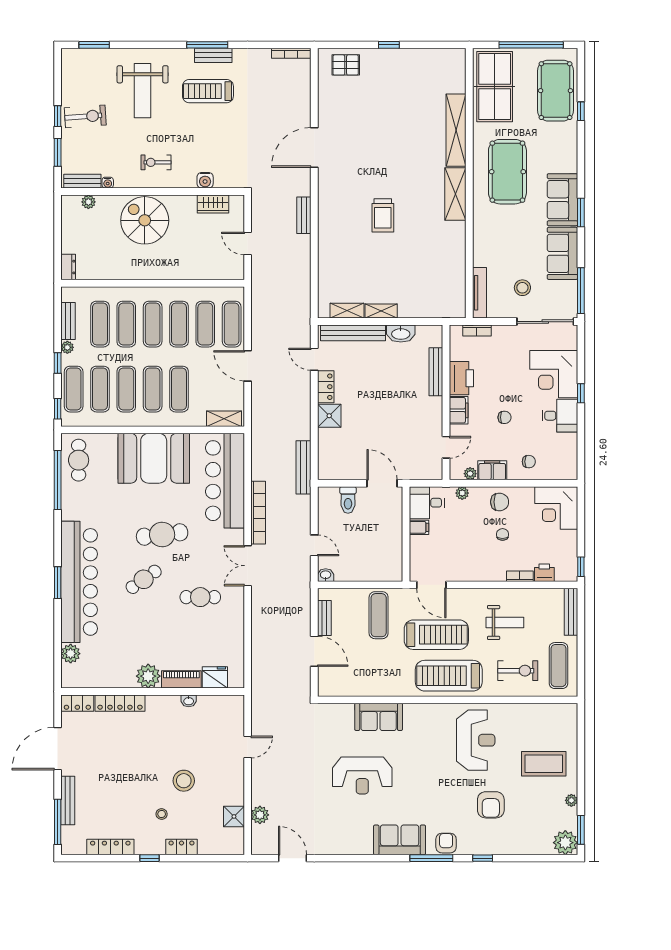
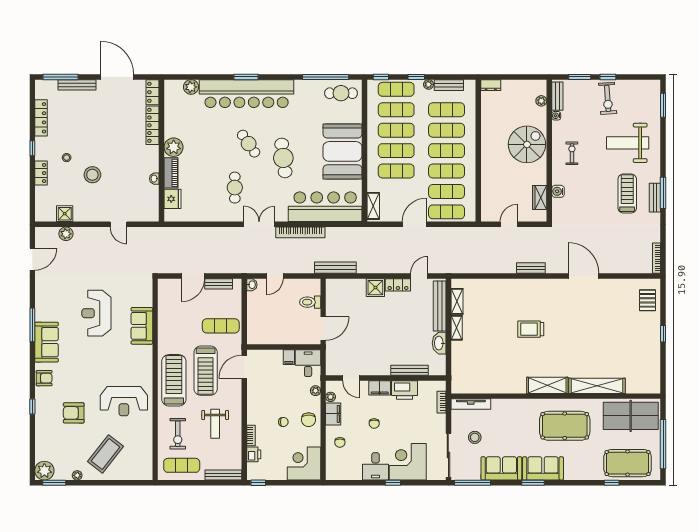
coffee table: (544, 764) -> (106, 454), turned 38
window: (431, 858) -> (32, 325), moved

